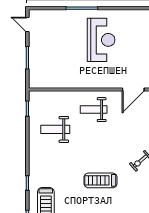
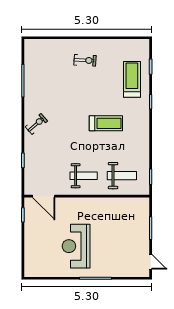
door: (133, 90) -> (44, 196), swing flipped
weight bench: (55, 129) -> (122, 176), moved
treadmill: (101, 180) -> (106, 123), moved

